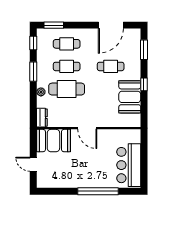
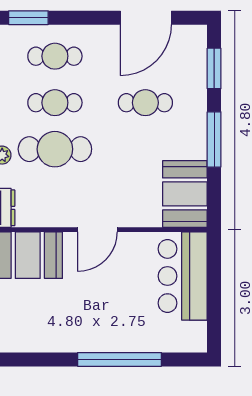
window: (144, 84) -> (214, 139), width x2.17
booth: (130, 97) -> (185, 194), moved
door: (87, 128) -> (97, 230), hinge flipped
bar counter: (129, 165) -> (183, 276), moved

